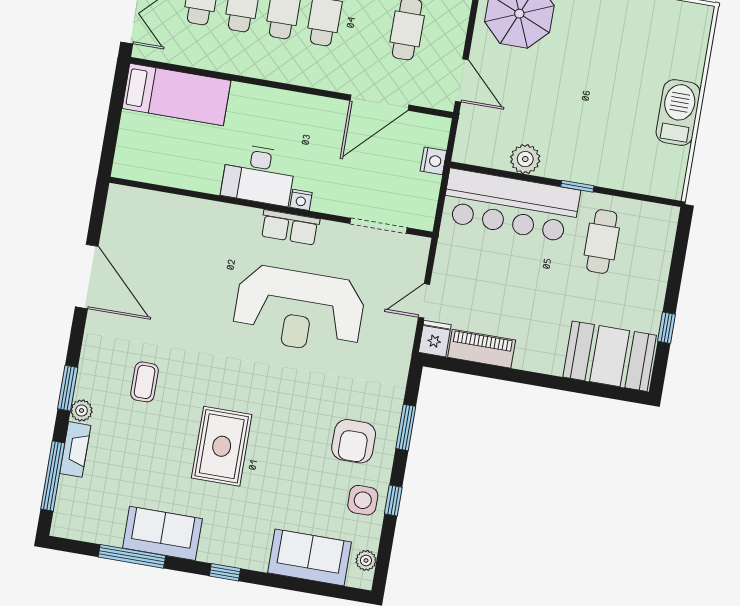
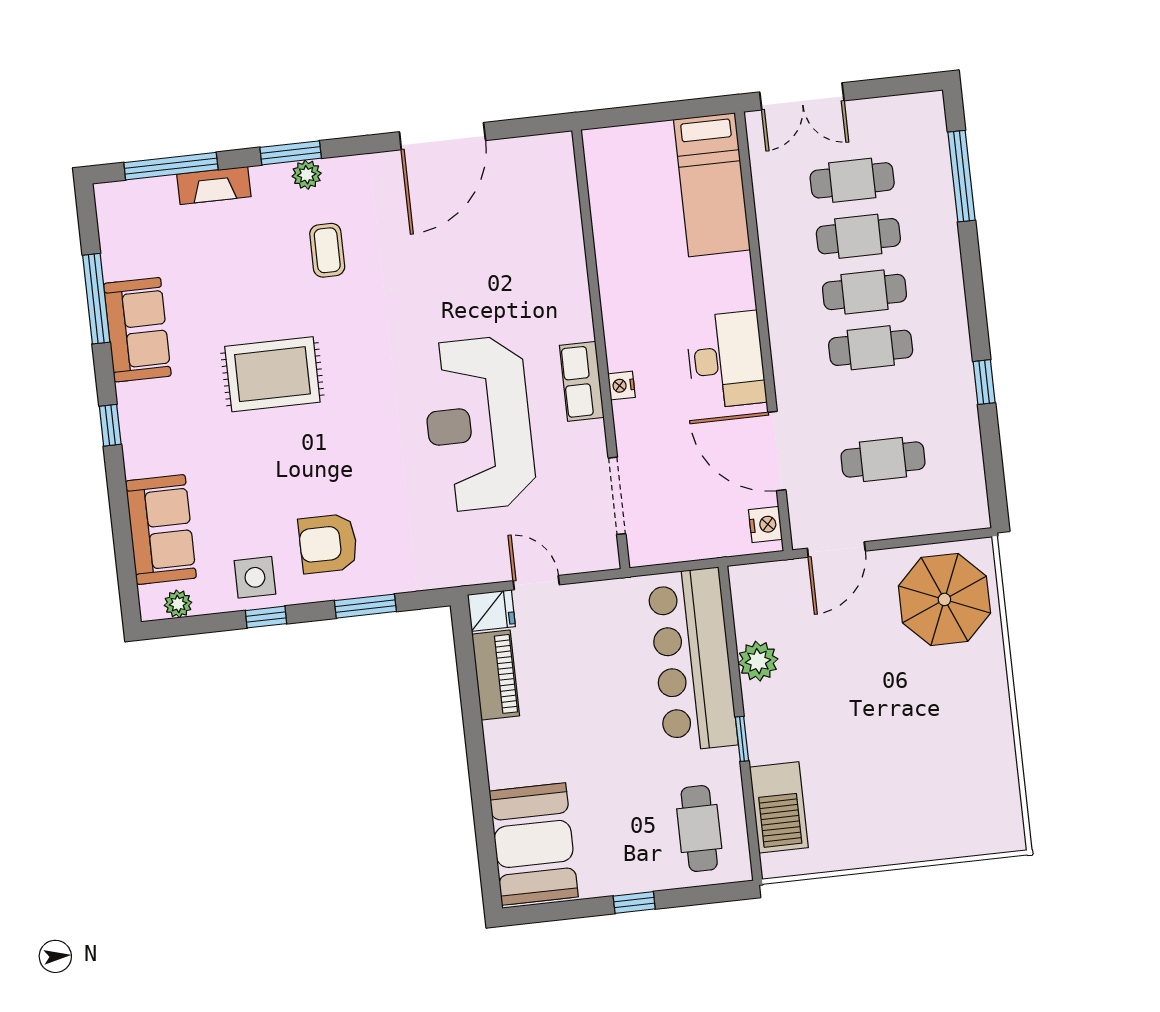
barbecue: (678, 112) -> (779, 807), moved, turned 90
nightstand: (433, 161) -> (765, 524), moved, turned -90
desk: (258, 175) -> (726, 360), moved, turned 180
cafe table: (602, 242) -> (699, 829), moved, turned 90
window: (667, 328) -> (634, 903), moved
coffee table: (145, 382) -> (327, 250), turned 90
plant: (82, 410) -> (307, 175), moved

